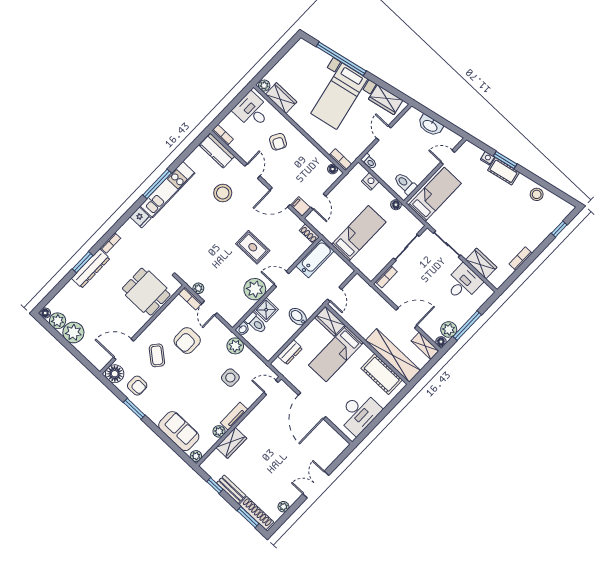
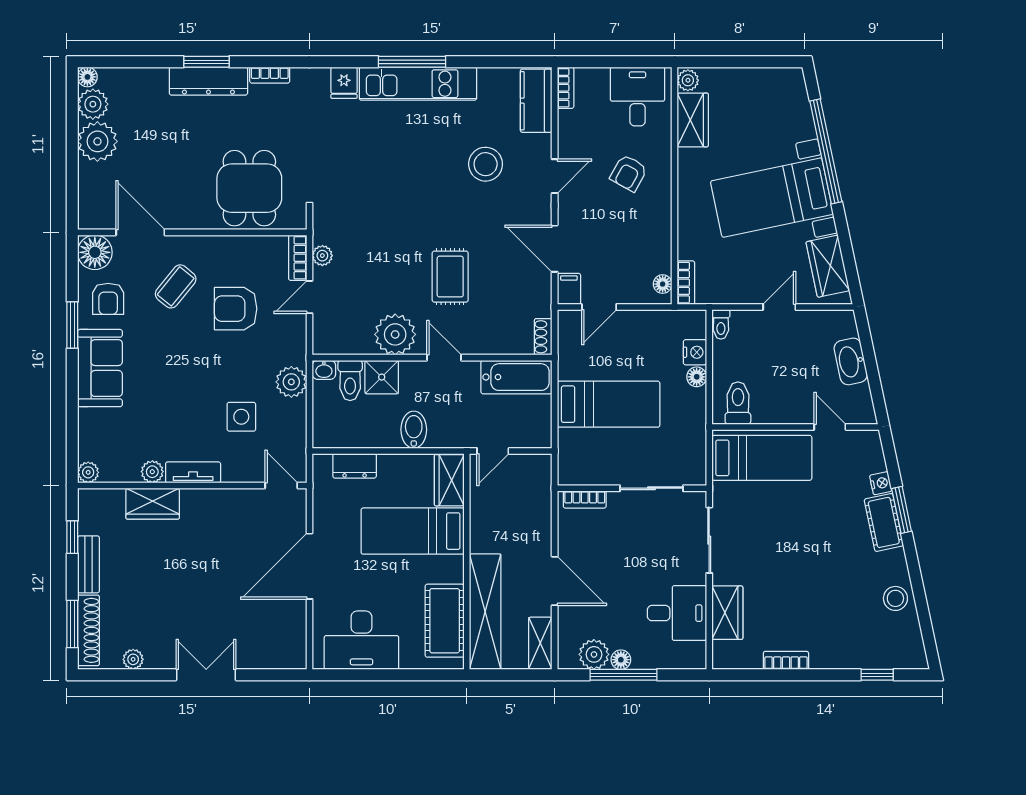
floor lamp: (396, 205) -> (697, 377), moved
floor lamp: (441, 342) -> (621, 660), moved
sofa: (179, 431) -> (100, 368), moved

